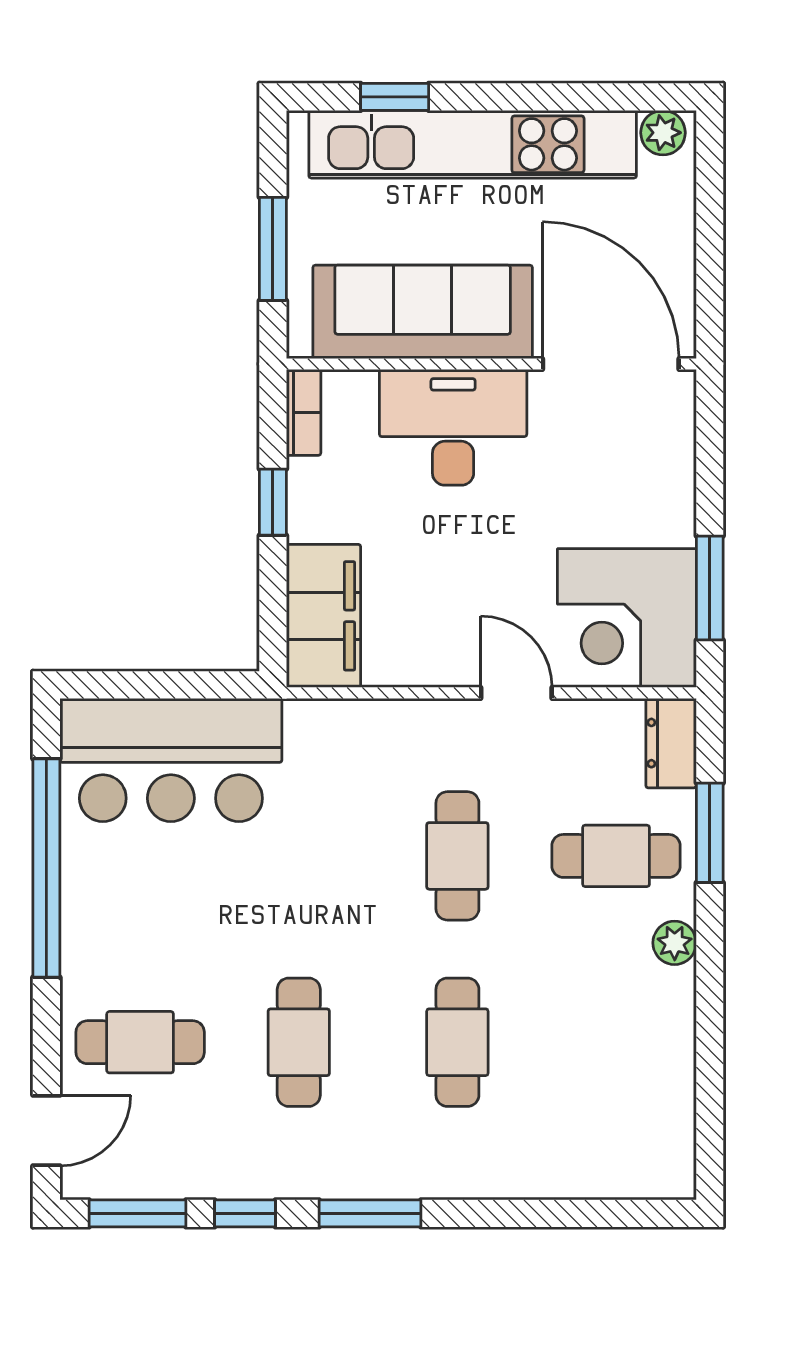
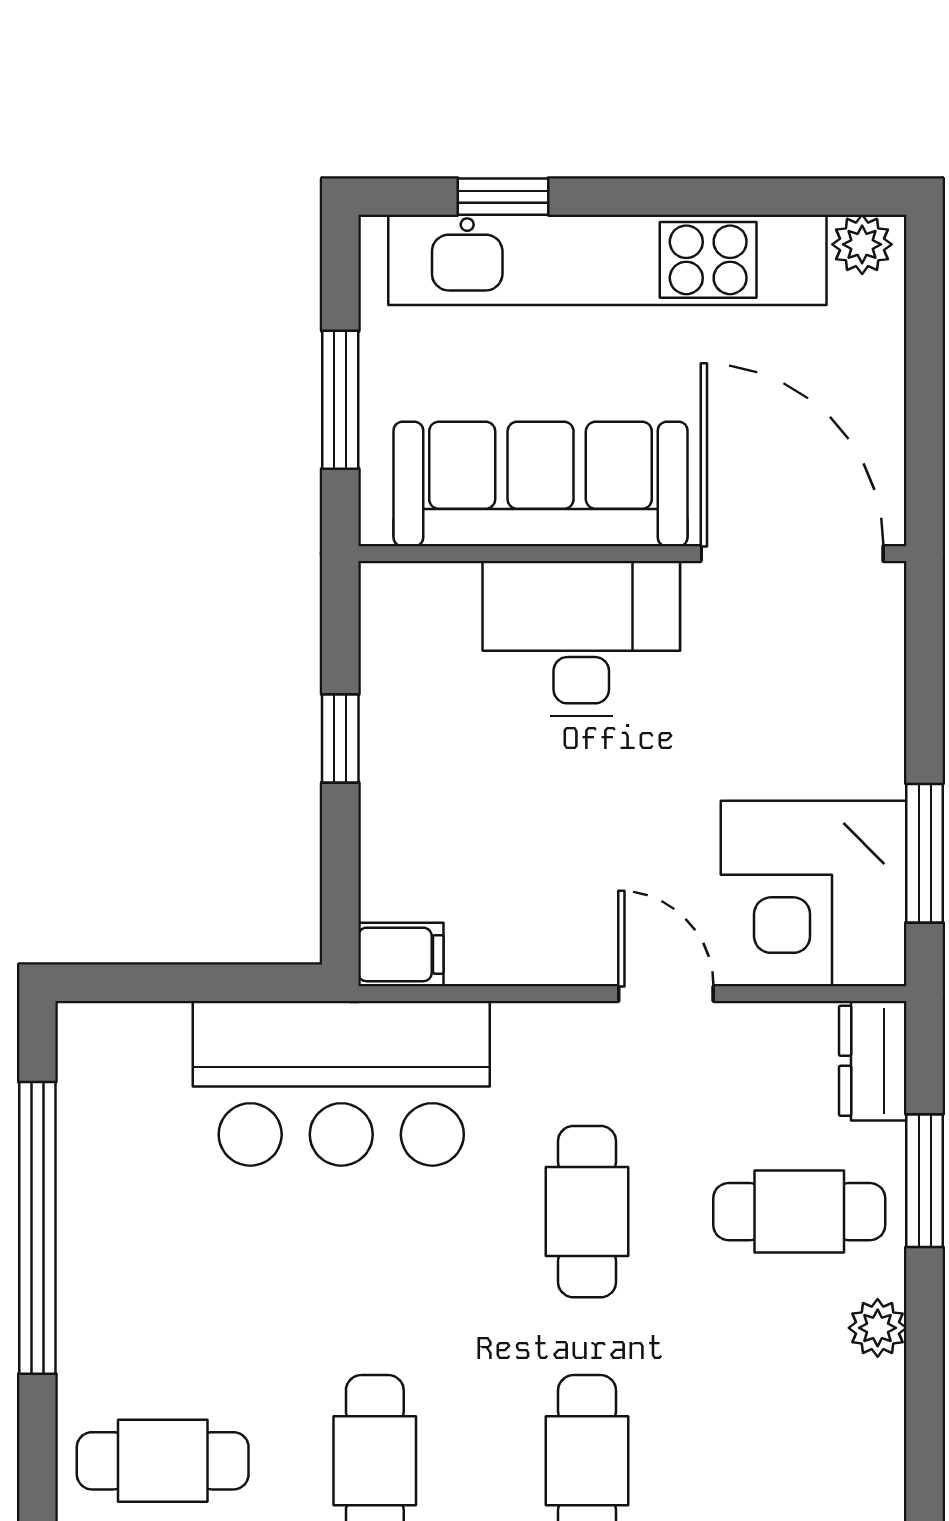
bookcase: (304, 412) -> (381, 618), removed
filing cabinet: (324, 616) -> (401, 954), width x0.33, depth x0.86
bar counter: (171, 760) -> (341, 1083), moved

